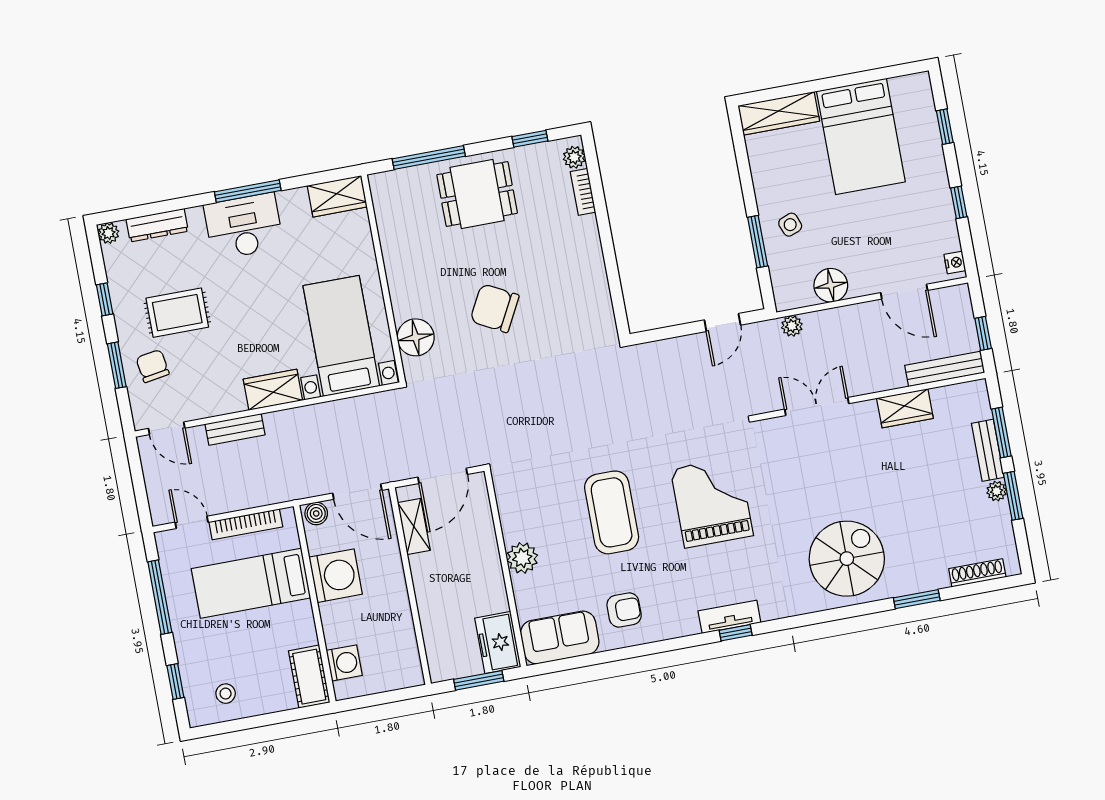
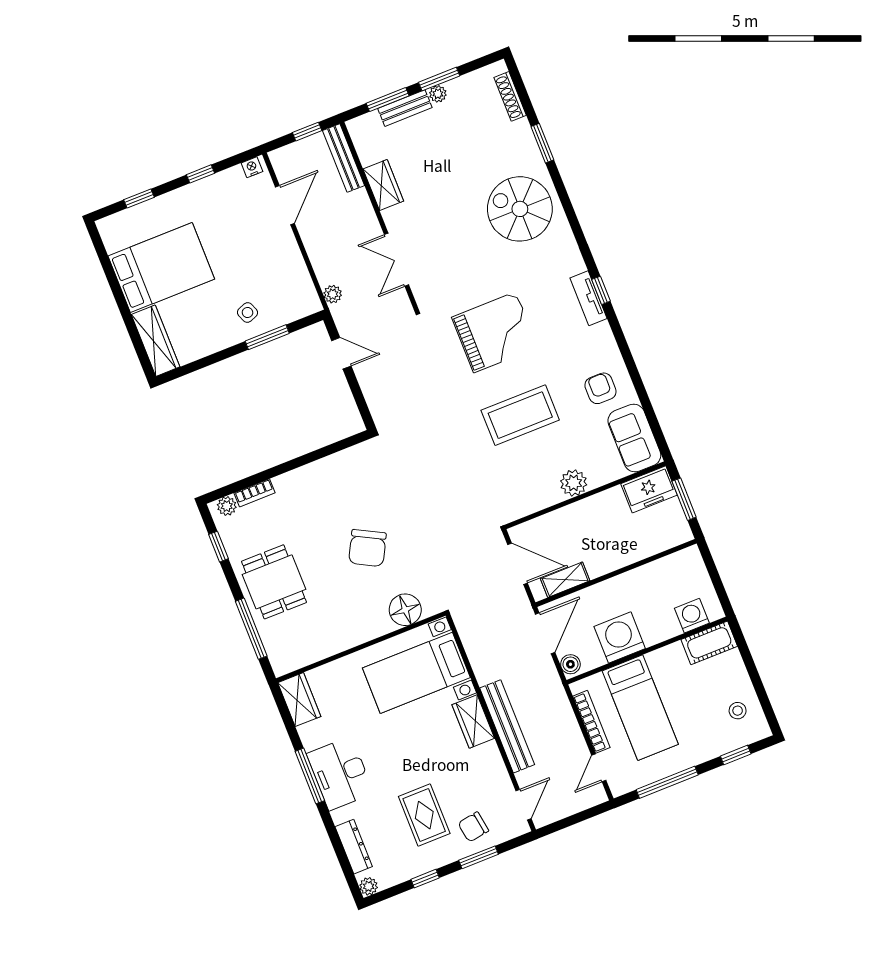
floor lamp: (831, 285) -> (292, 268), removed
bench: (235, 429) -> (507, 726), width x1.86, depth x1.21
grand piano: (712, 502) -> (495, 332), turned 180

